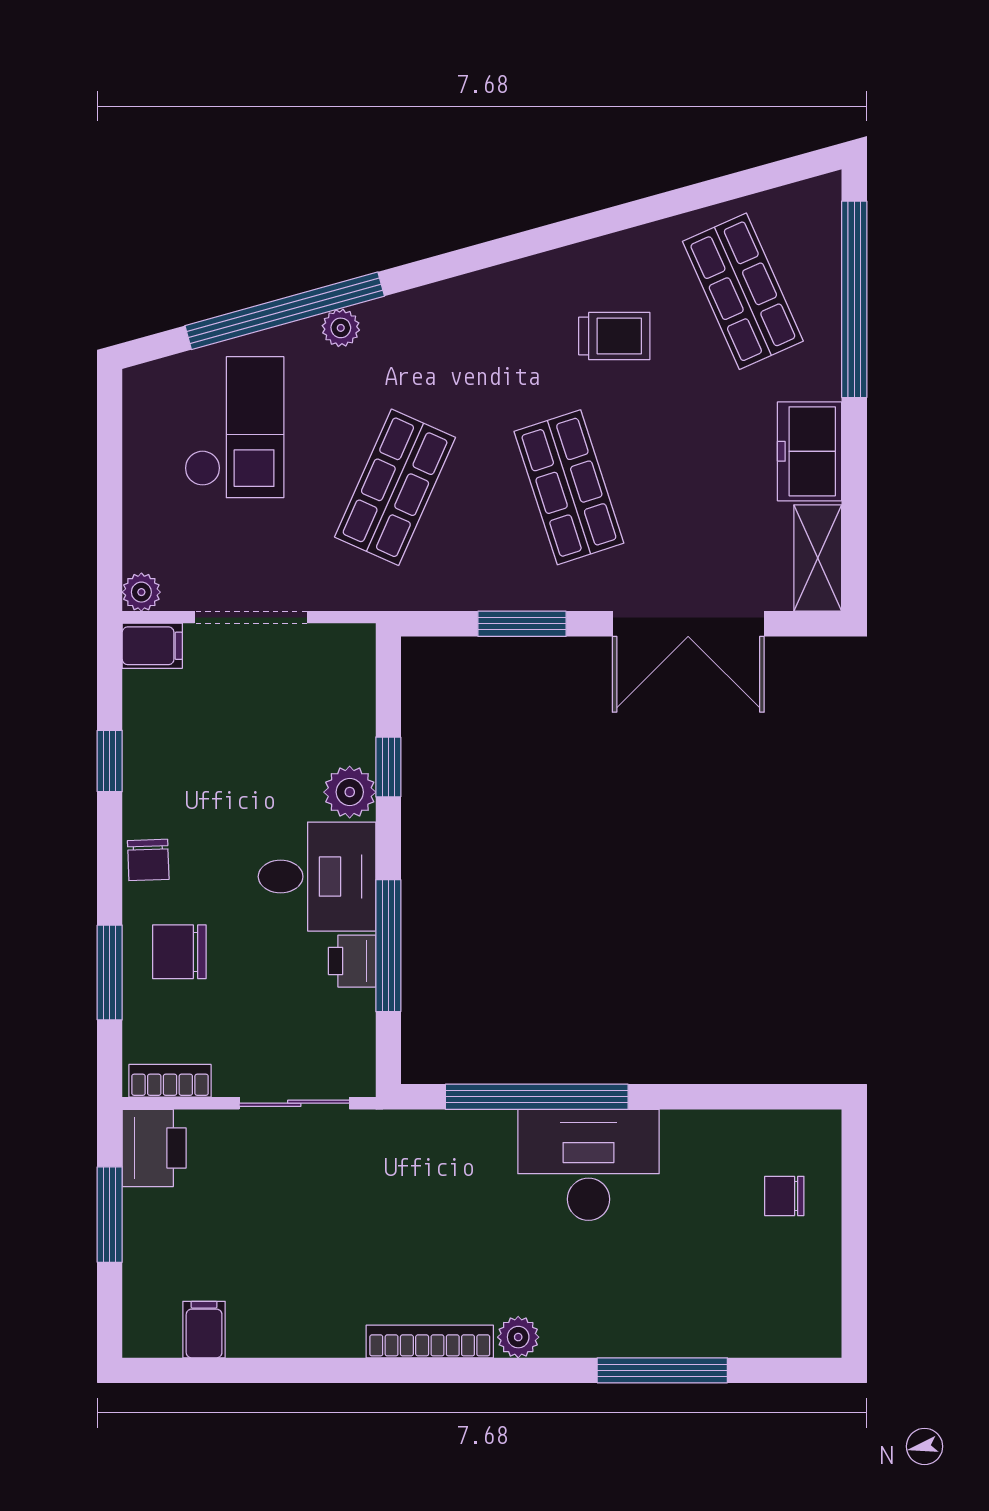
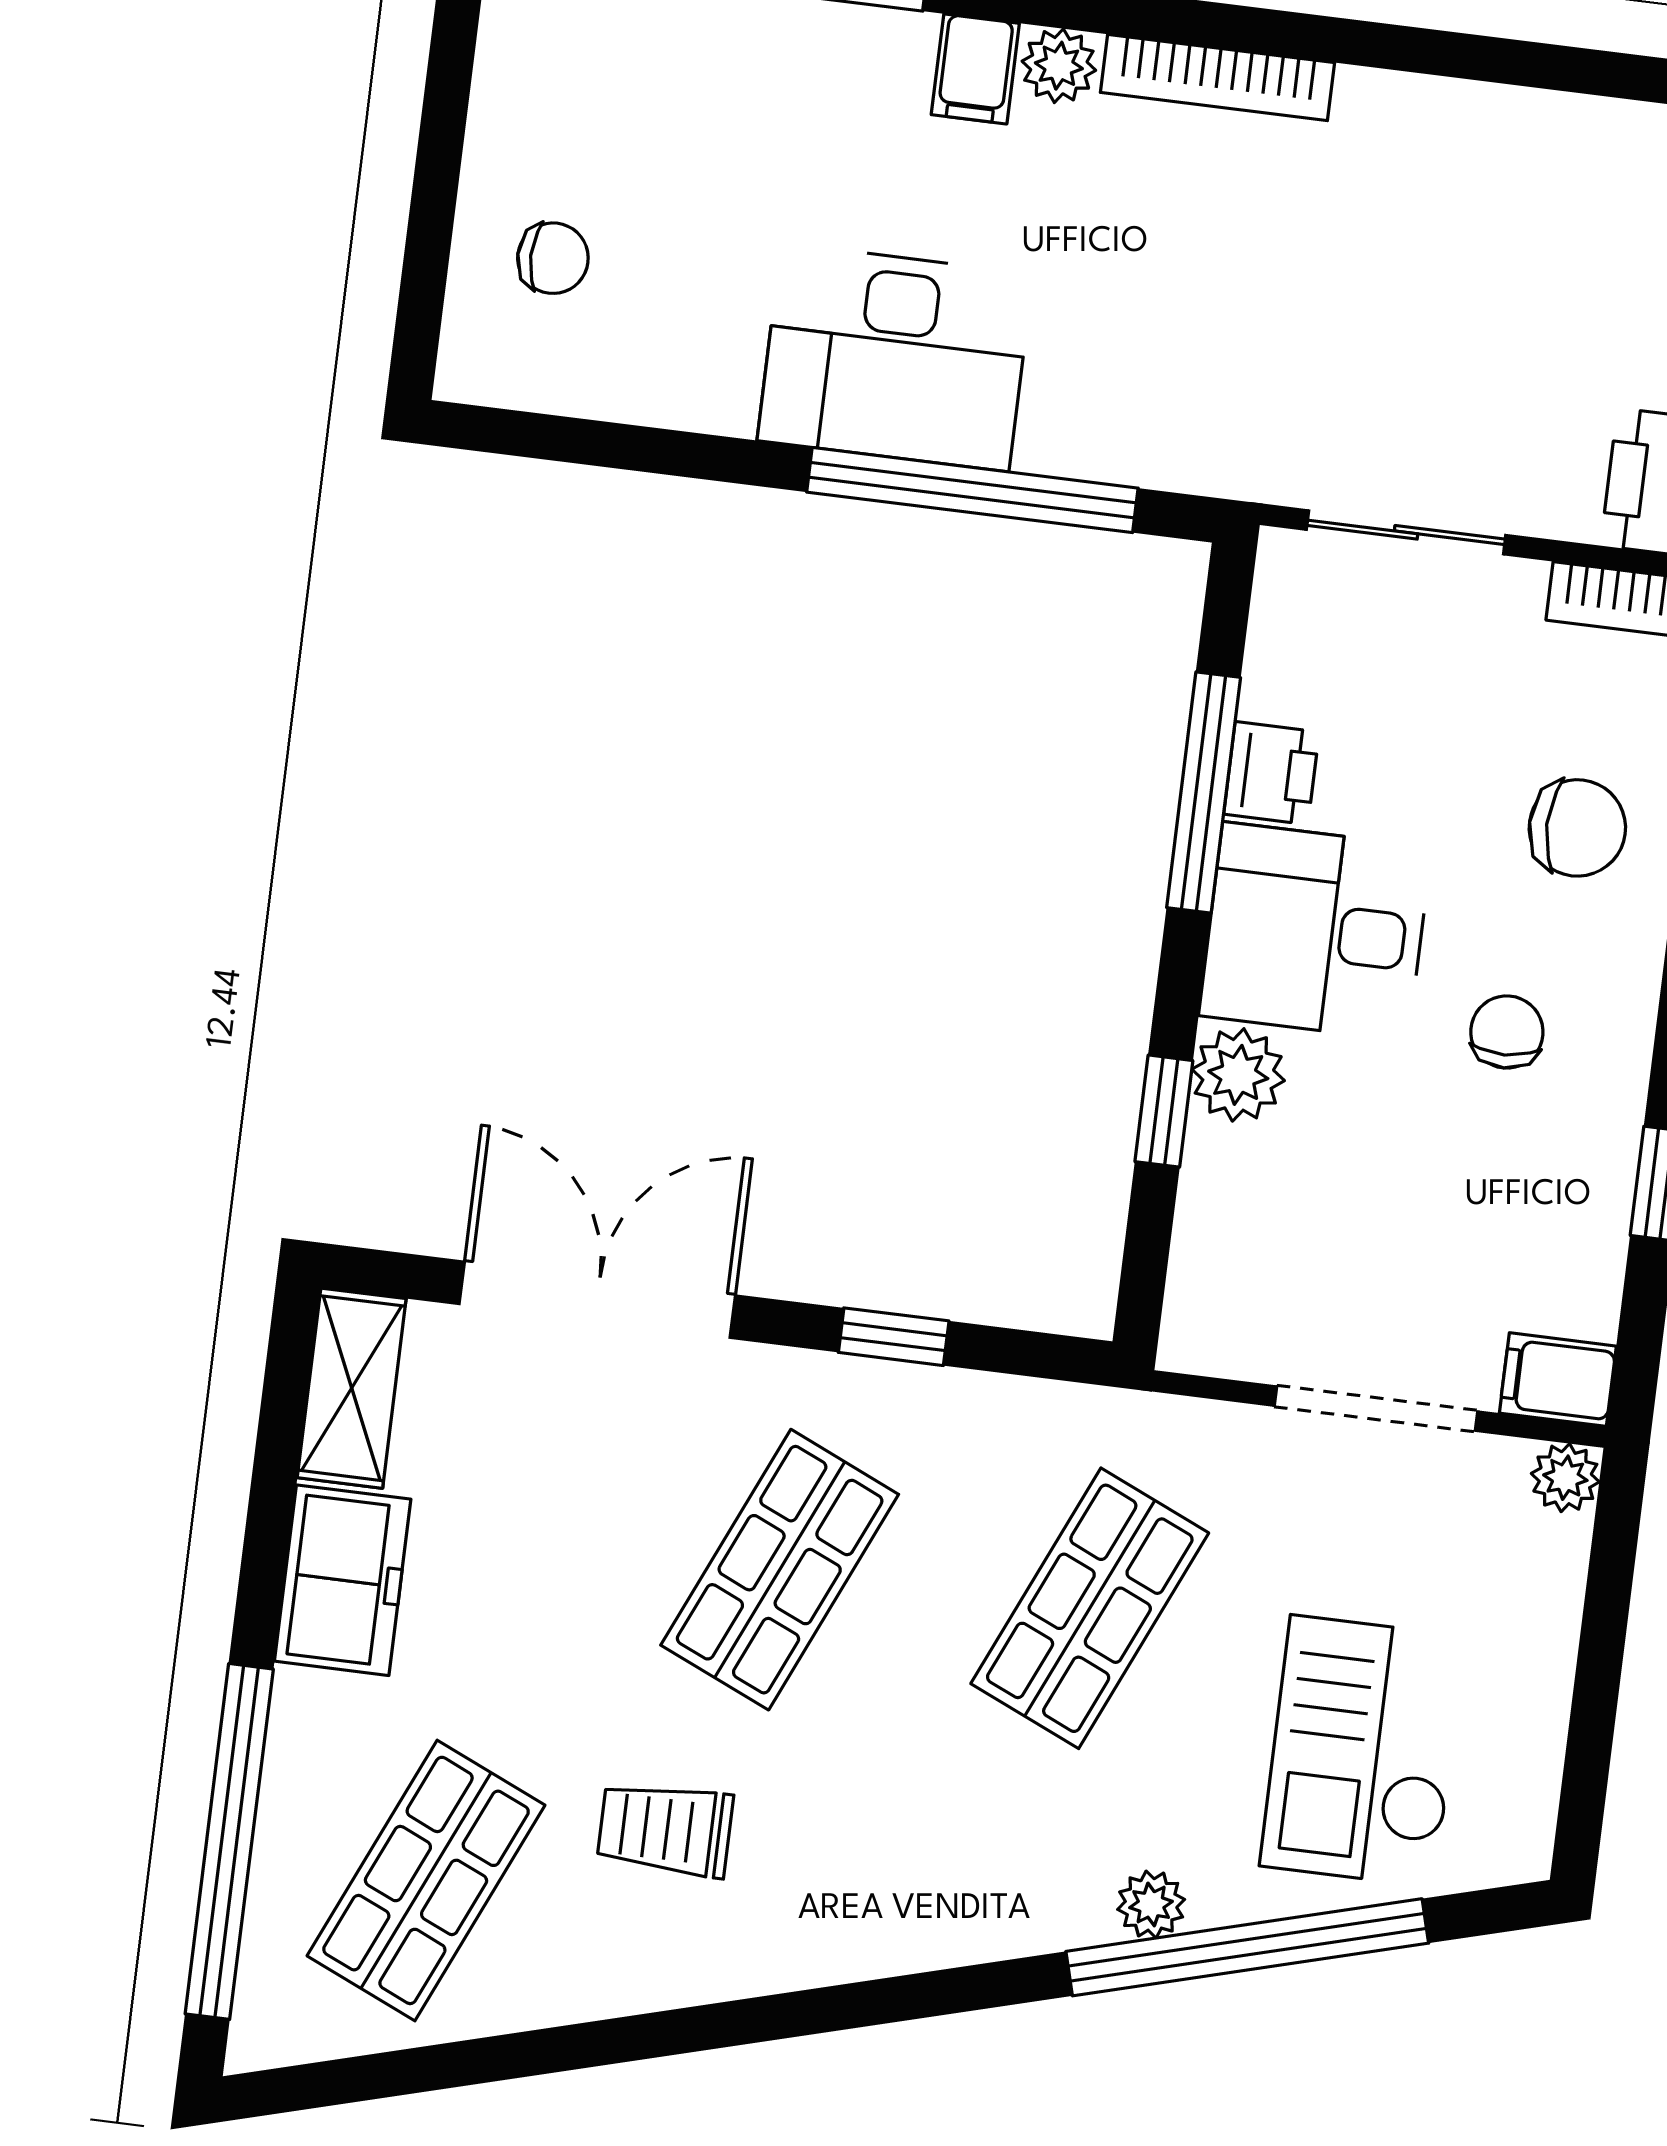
shop shelf: (743, 291) -> (426, 1880), turned 48
shop shelf: (569, 487) -> (780, 1570), turned 42
window: (522, 624) -> (894, 1337), width x0.67
chair: (148, 860) -> (1507, 1032), moved
filing cabinet: (204, 1330) -> (975, 69), moved

